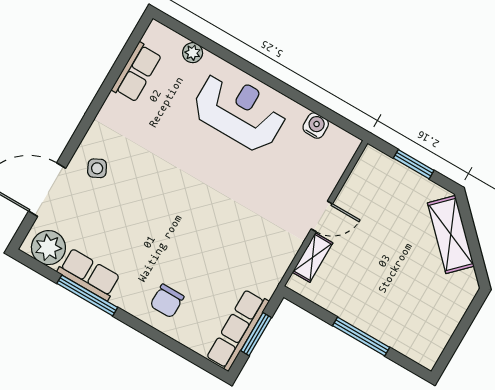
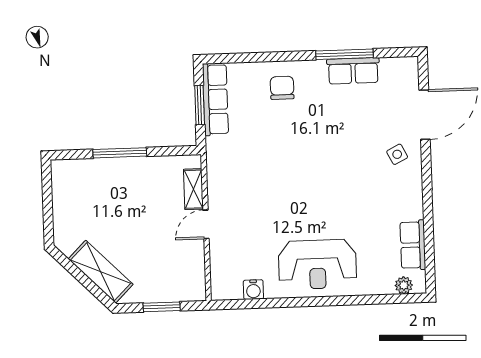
plant: (193, 53) -> (404, 285), moved
plant: (48, 248) -> (396, 72), removed

